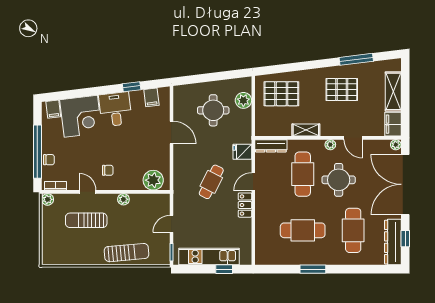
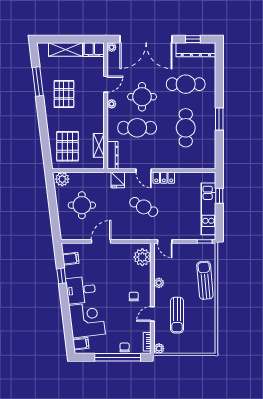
plant: (243, 100) -> (62, 179), moved
shelving: (306, 130) -> (99, 145), moved
door: (171, 224) -> (165, 241), moved

